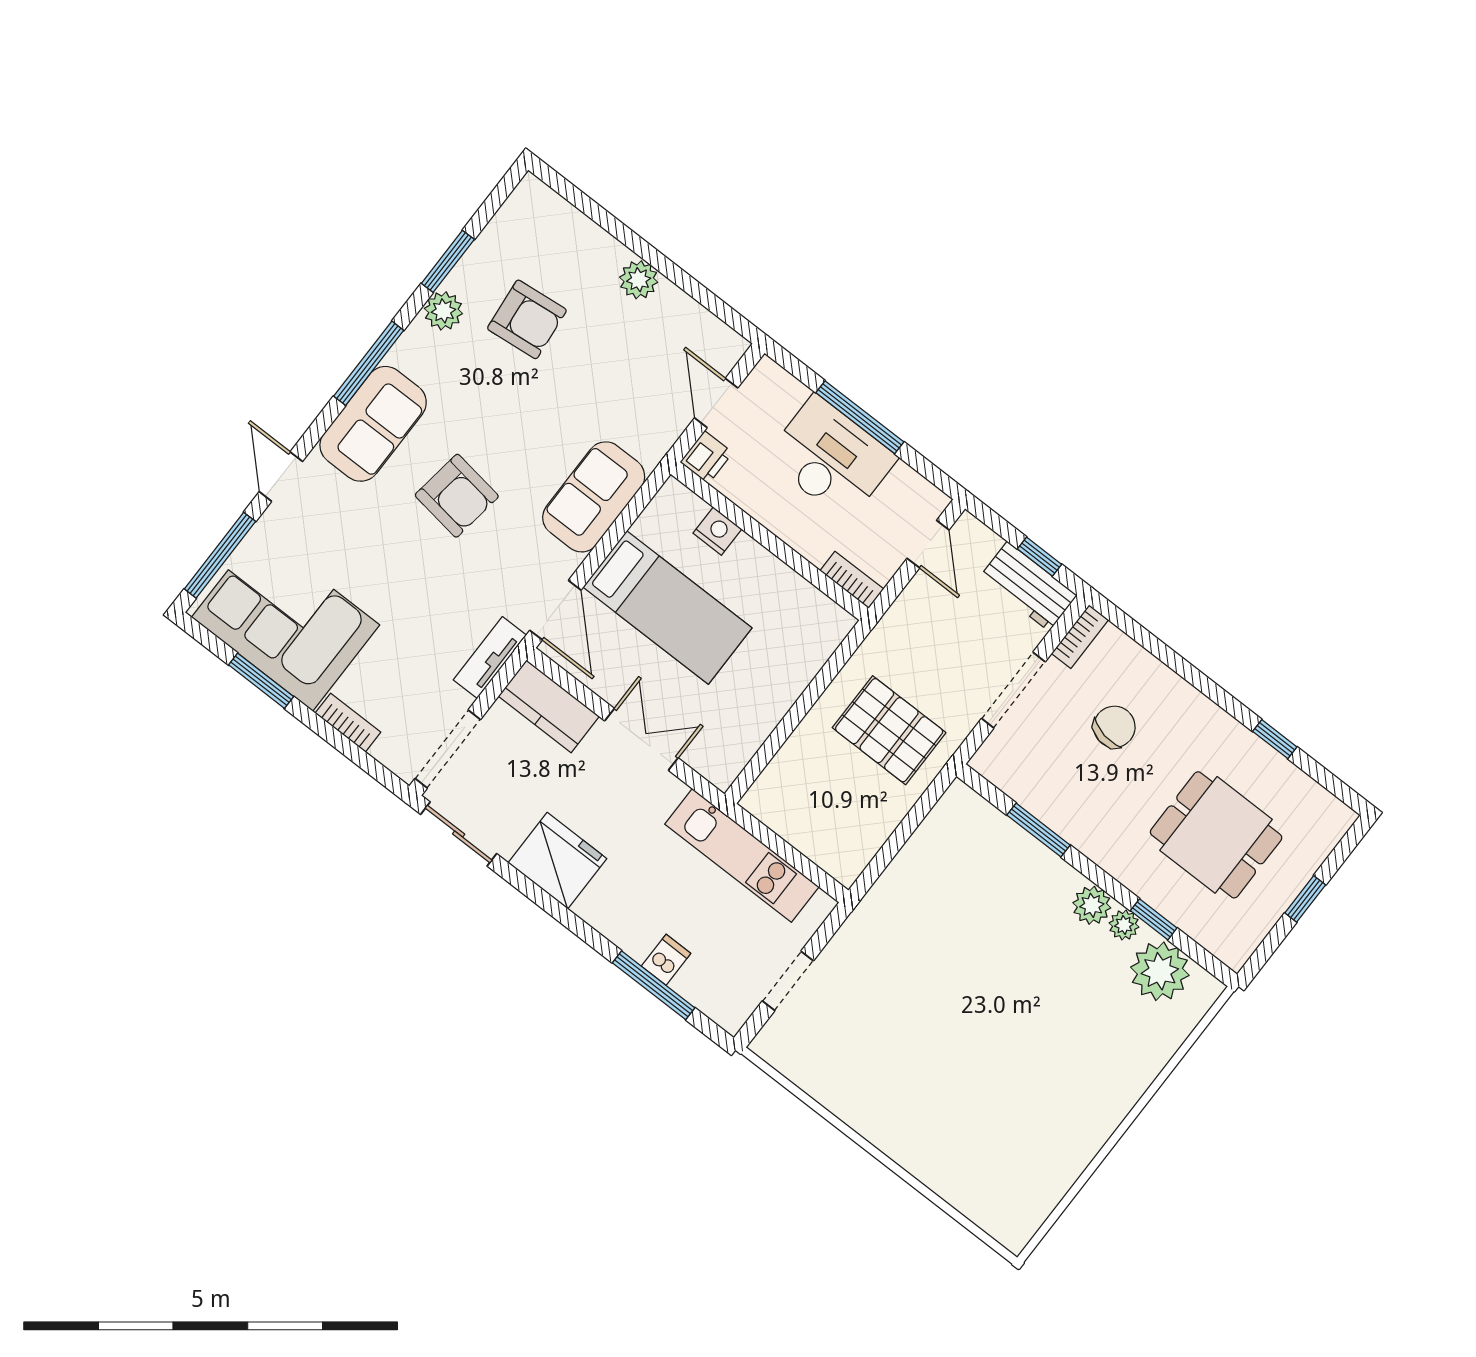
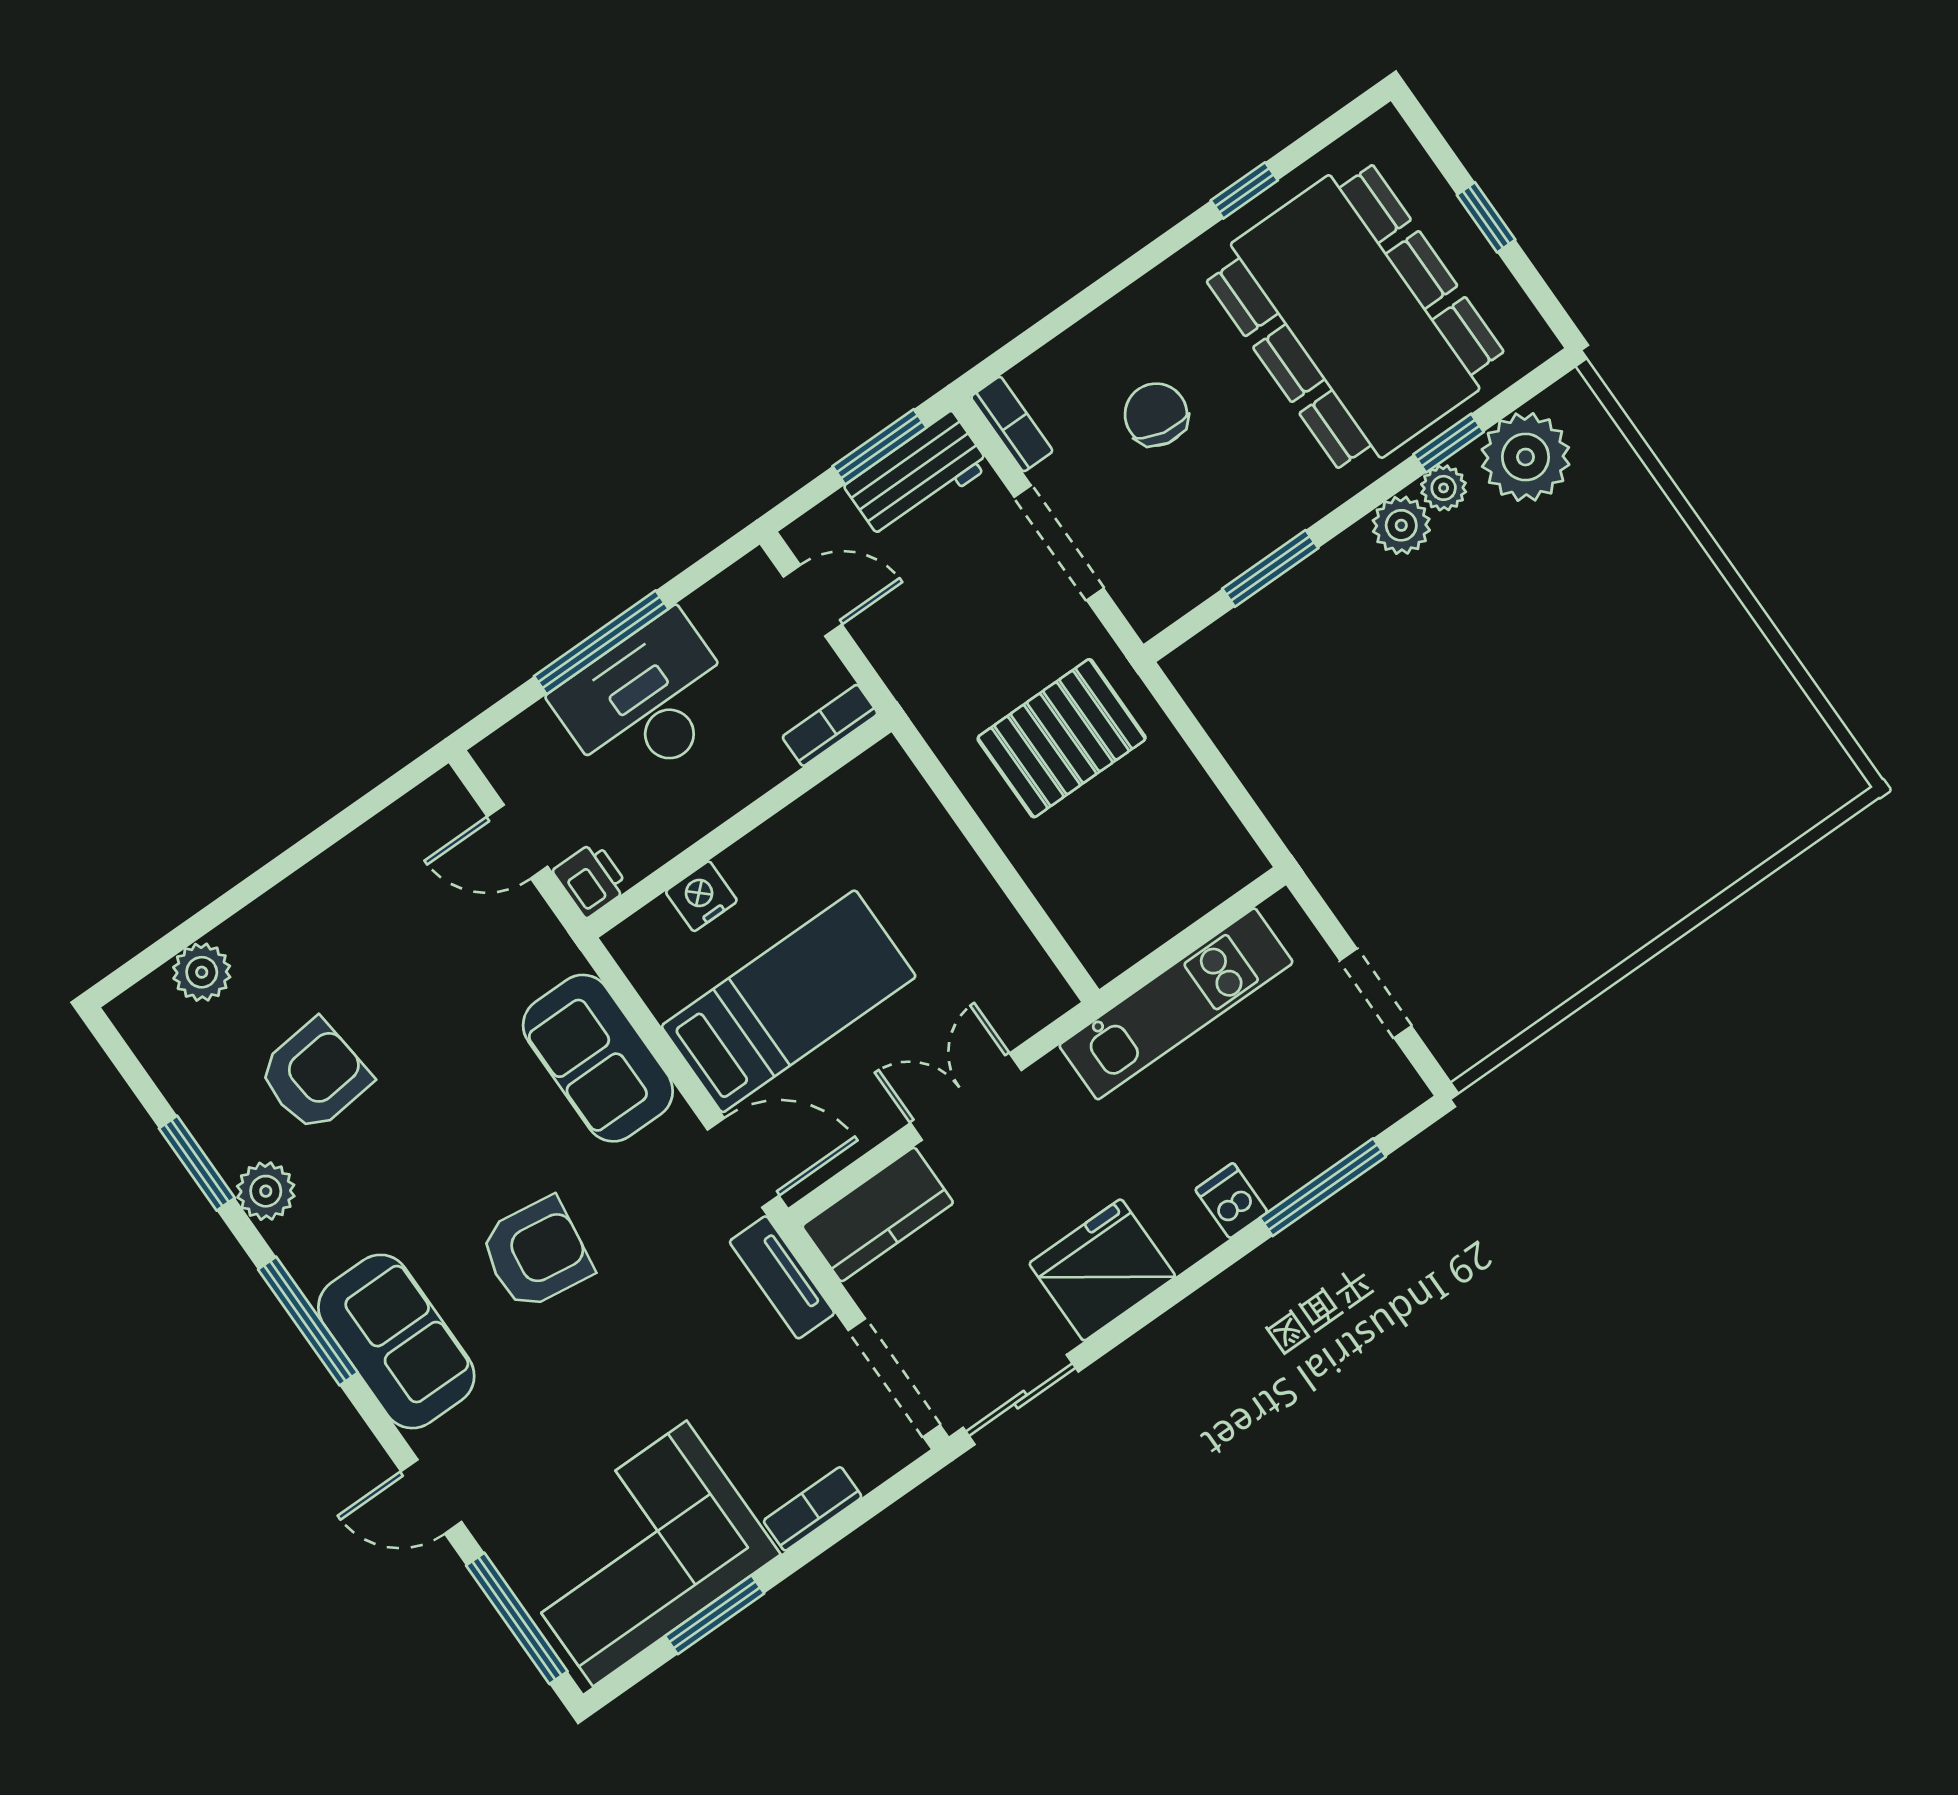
plant: (639, 280) -> (202, 972), moved
window: (1039, 557) -> (879, 447), width x1.50
dining table: (1216, 835) -> (1355, 317), width x1.88, depth x1.24
dishwasher: (666, 960) -> (1231, 1201), moved

